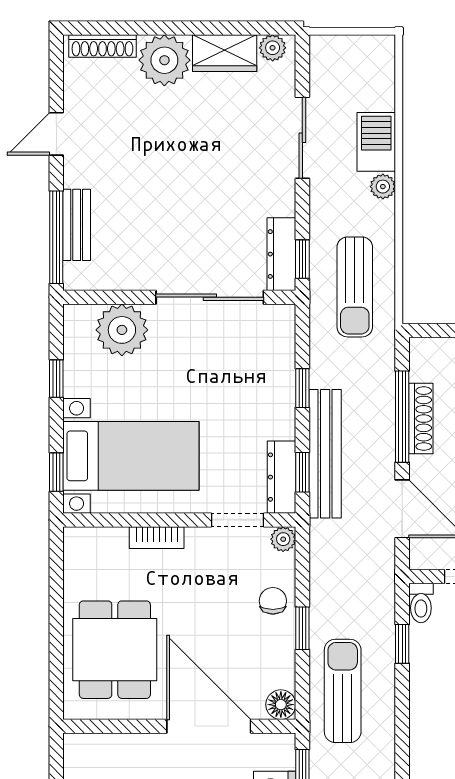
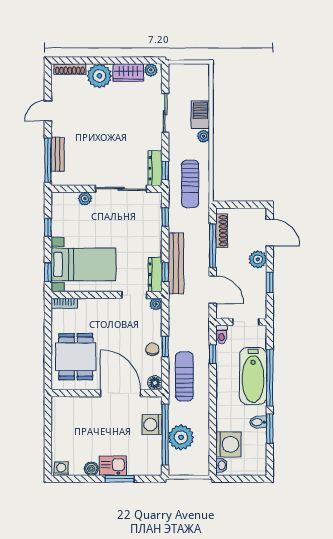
plant: (122, 330) -> (85, 199), width x0.53, depth x0.53
window: (302, 388) -> (165, 217), moved
shoe rack: (421, 419) -> (222, 231), moved
bookcase: (157, 538) -> (64, 303), moved
chair: (273, 601) -> (152, 349), moved

